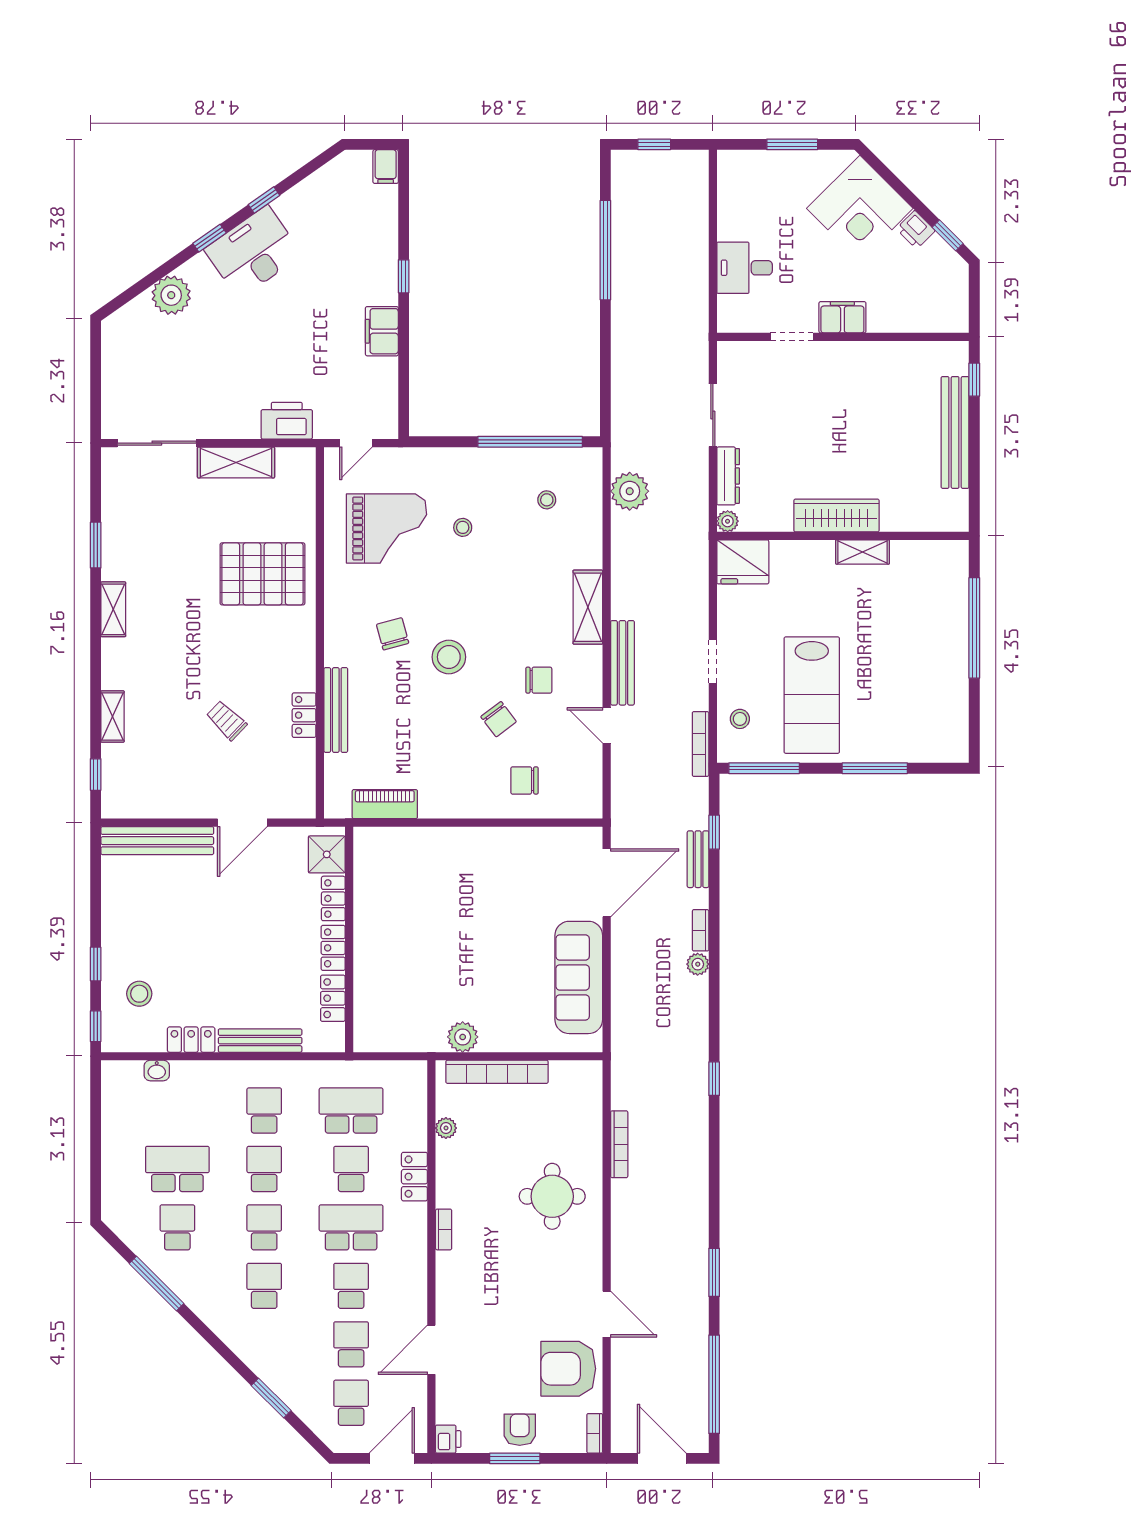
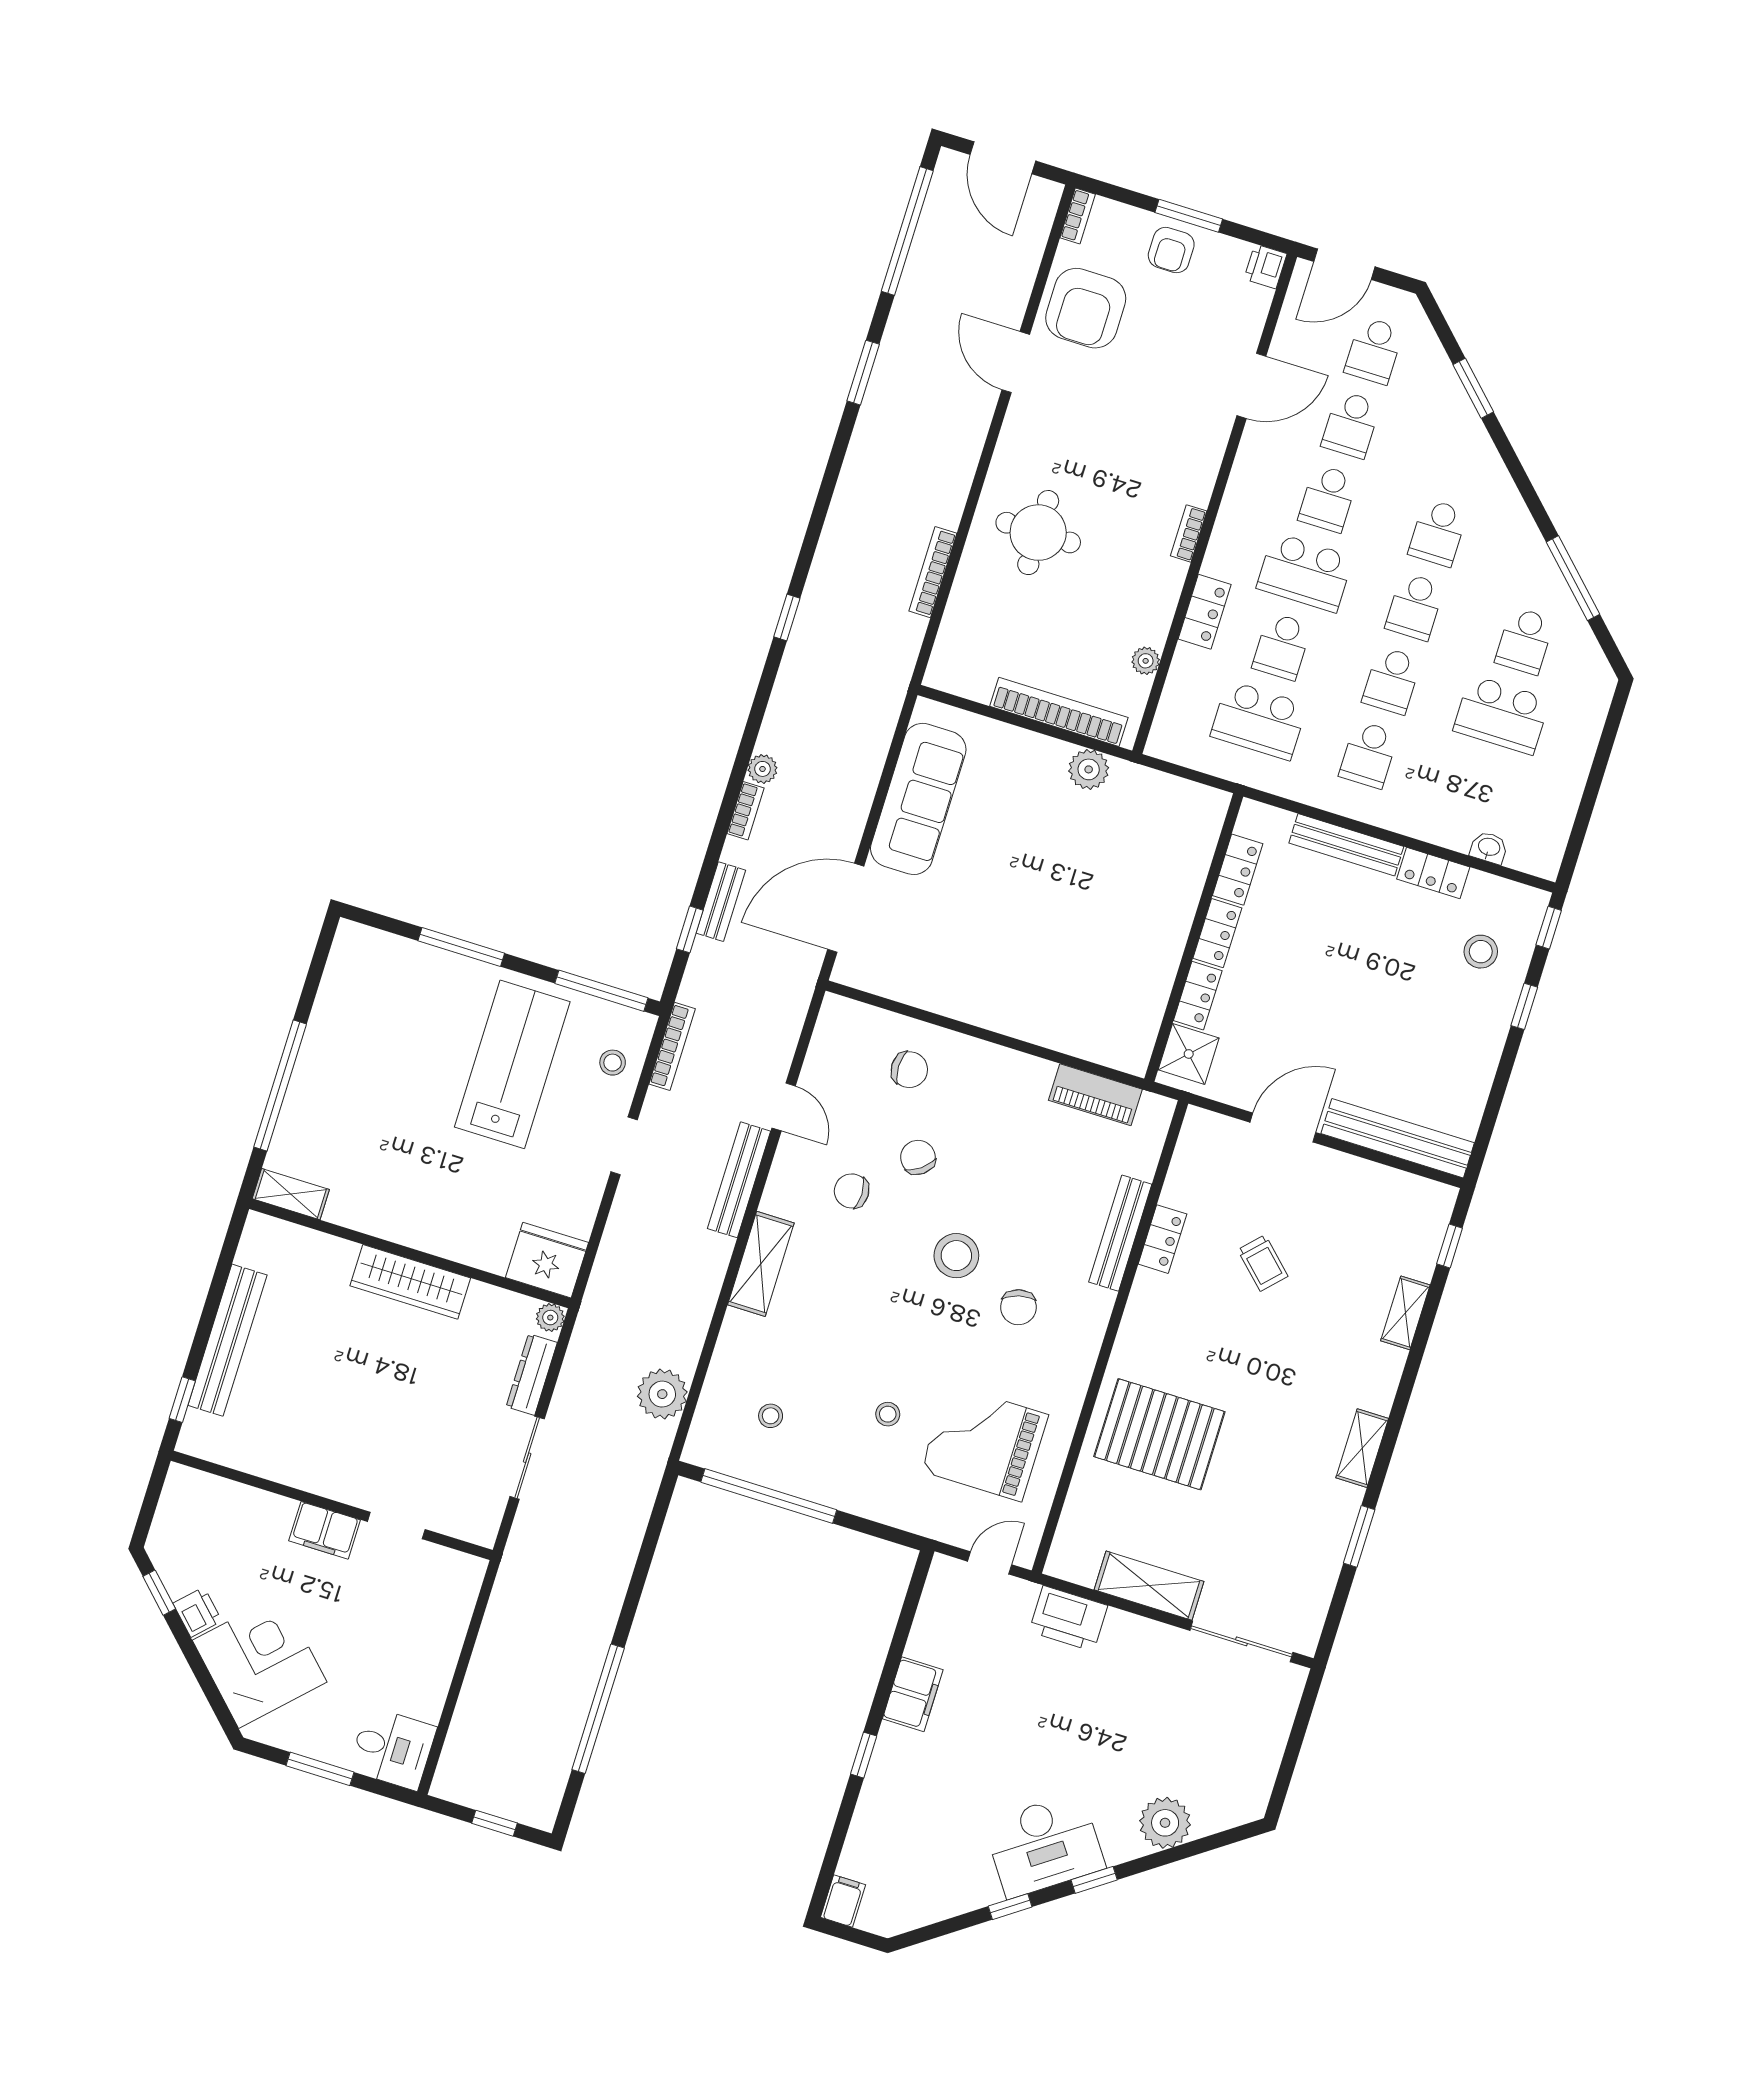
desk: (745, 268) -> (392, 1748), moved
shelving: (863, 552) -> (291, 1194), moved
armchair: (568, 1369) -> (1086, 308), turned 90

